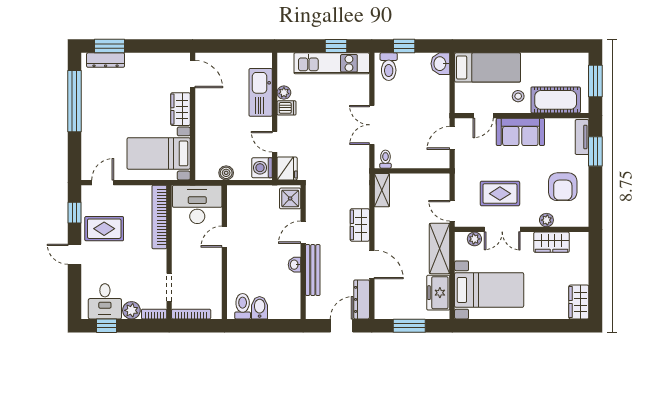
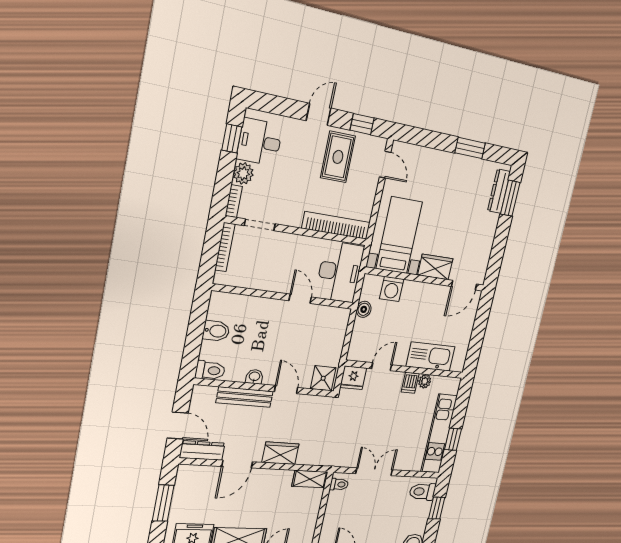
window: (74, 101) -> (470, 148), width x0.47
washing machine: (262, 168) -> (392, 289), moved, turned 180
toilet: (243, 306) -> (210, 370), moved

